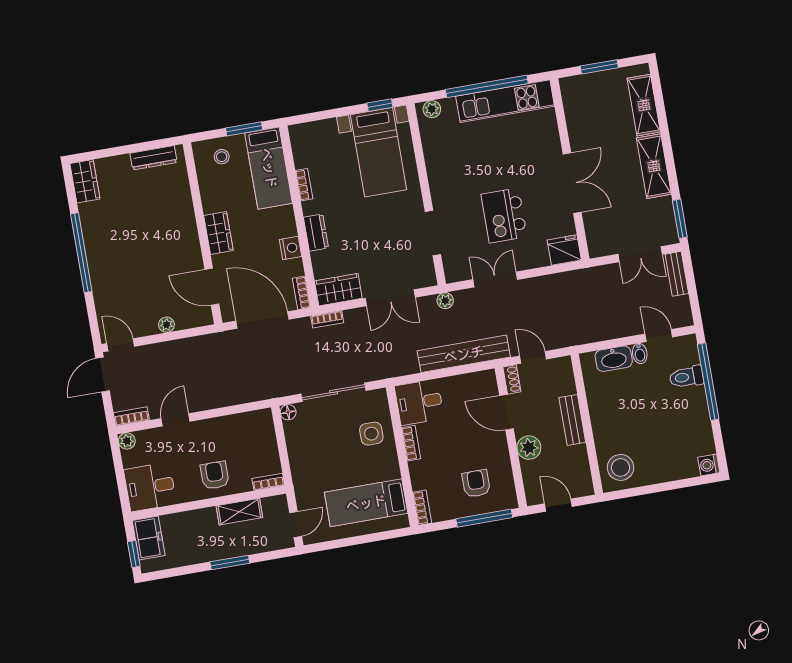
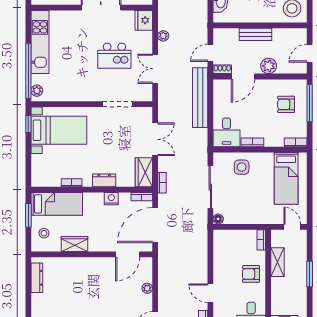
window: (487, 86) -> (28, 71), moved
wardrobe: (218, 233) -> (75, 244), moved
plant: (445, 301) -> (163, 36), moved

